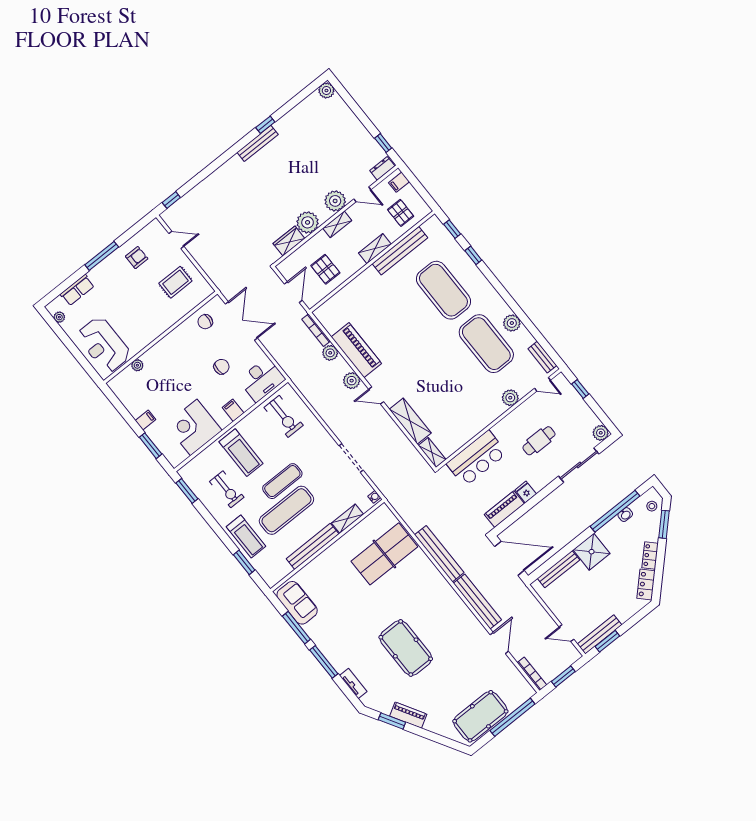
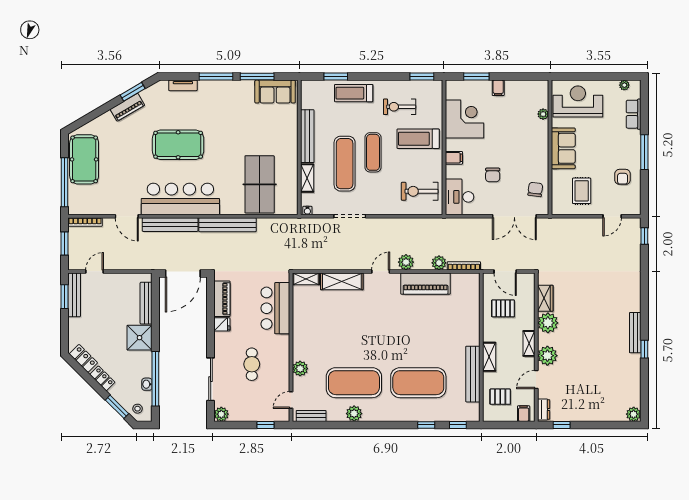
sofa: (152, 326) -> (563, 148), added
exercise mat: (286, 510) -> (345, 164), moved
bar counter: (449, 610) -> (180, 199), added

